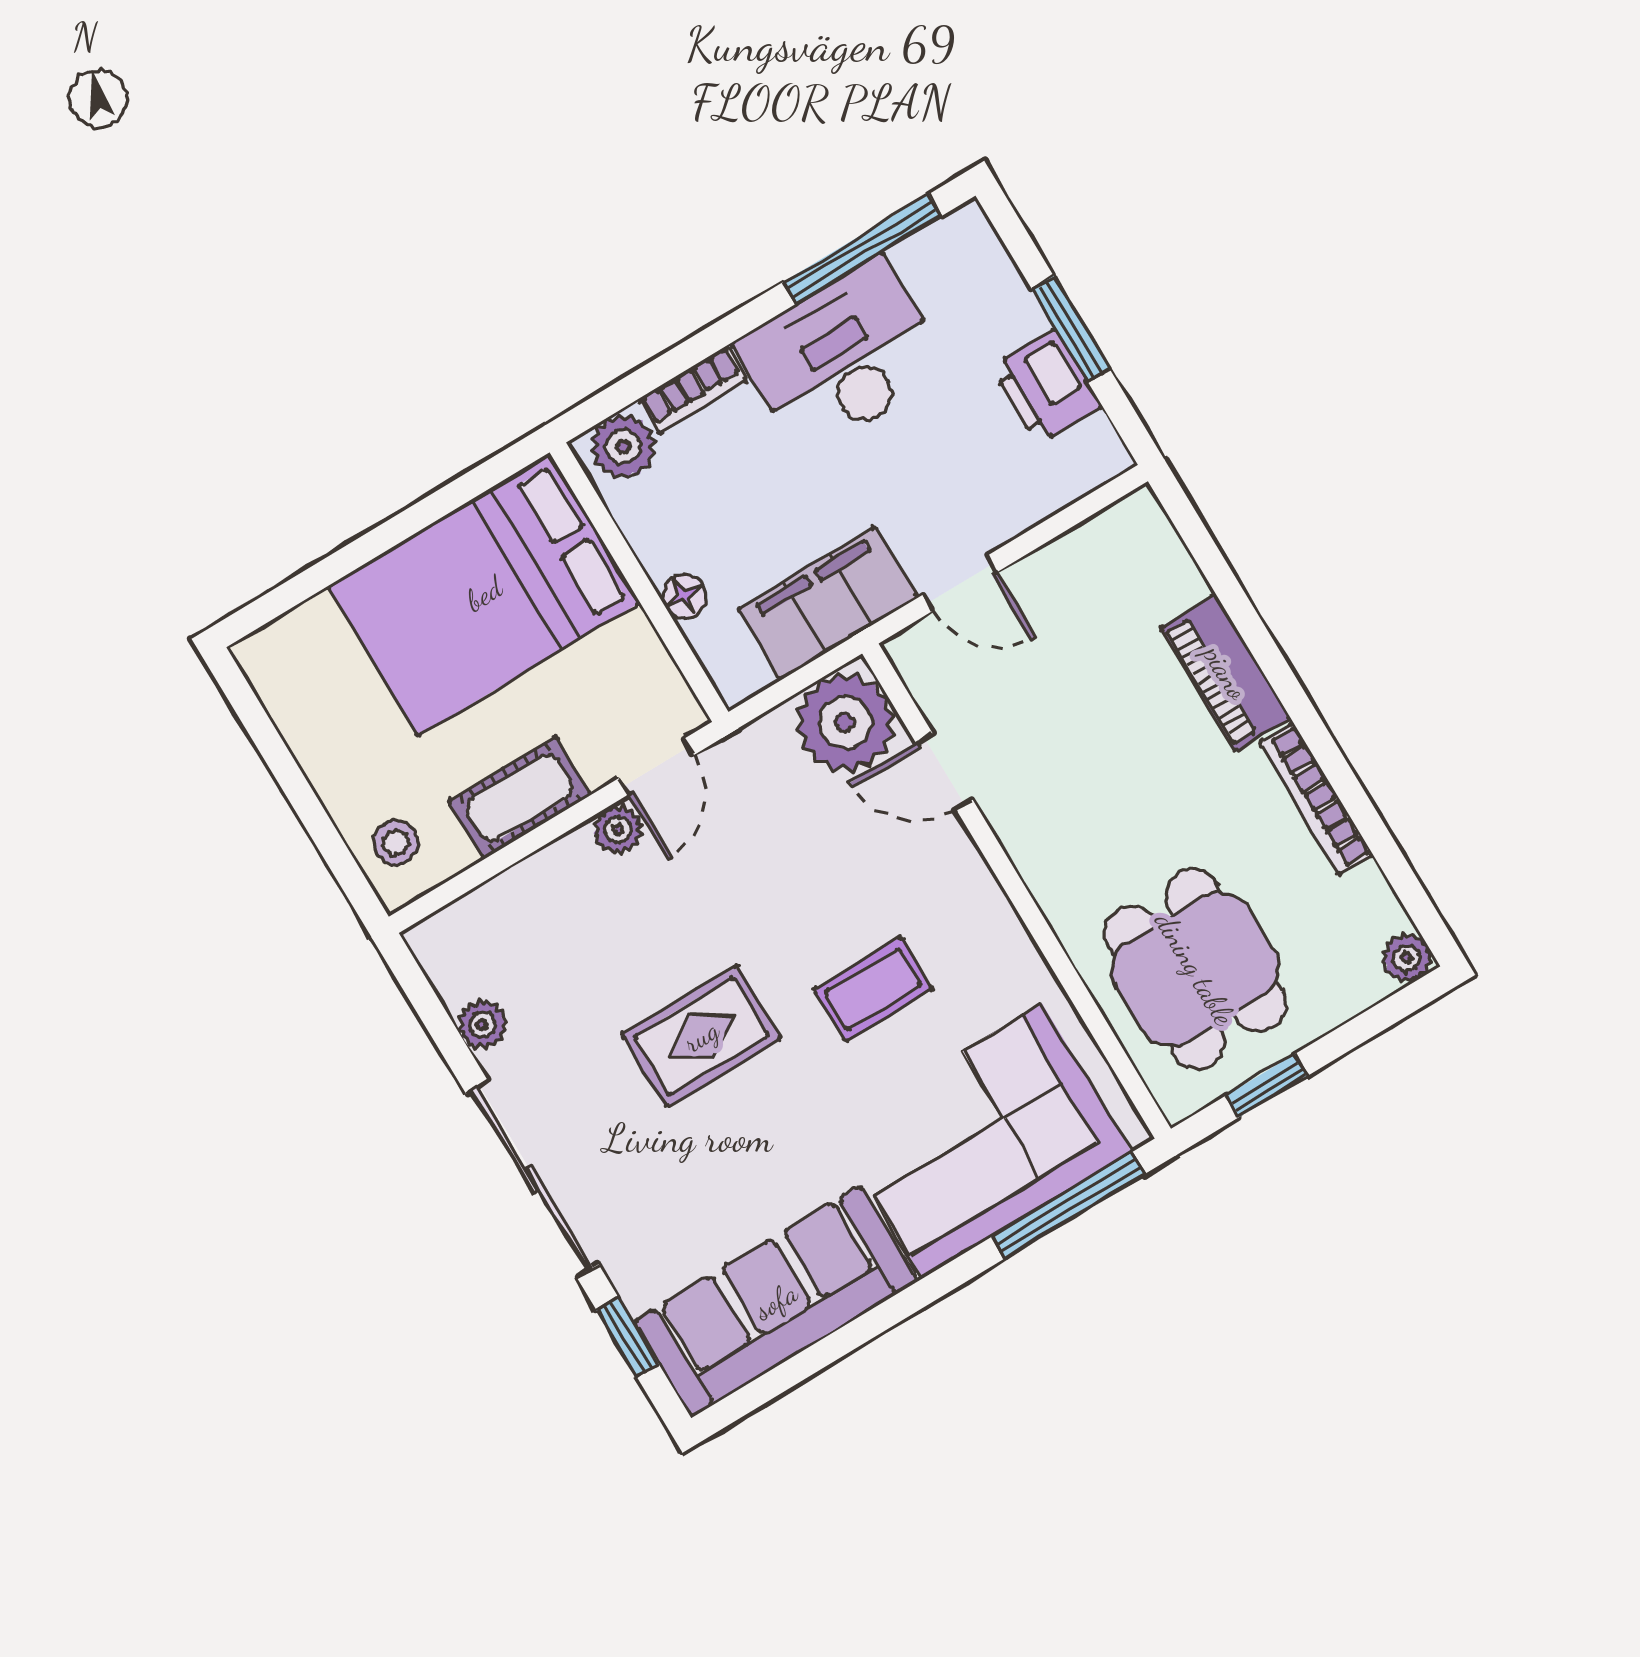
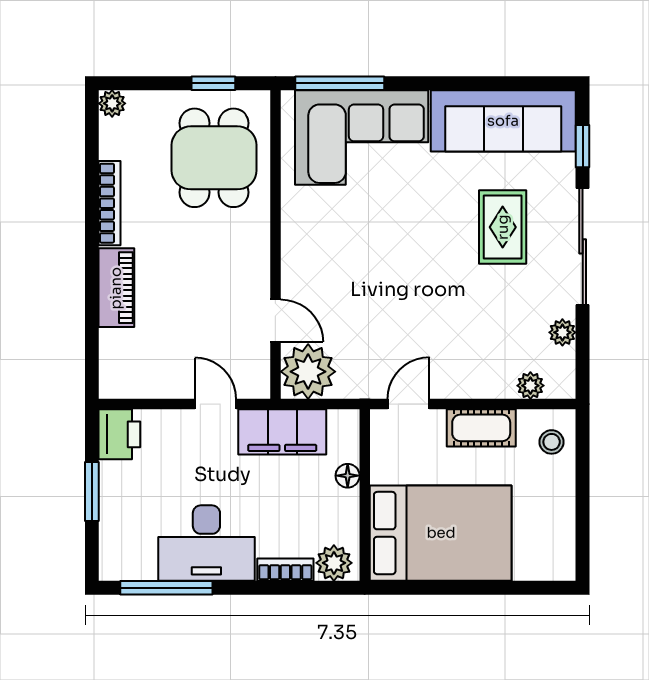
printer: (1046, 387) -> (119, 434), moved
plant: (618, 829) -> (530, 386), moved
coffee table: (873, 989) -> (370, 239), removed
rug: (701, 1036) -> (503, 227), moved, turned 90

